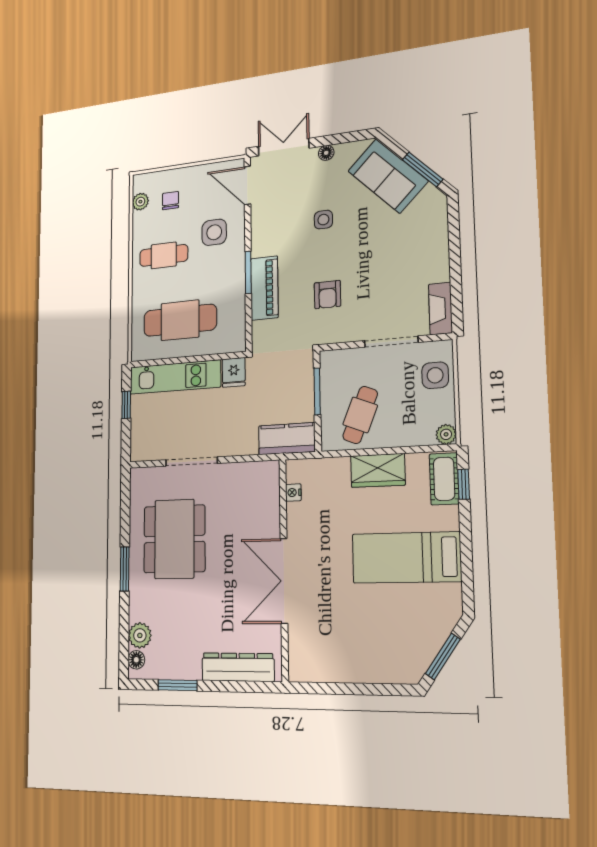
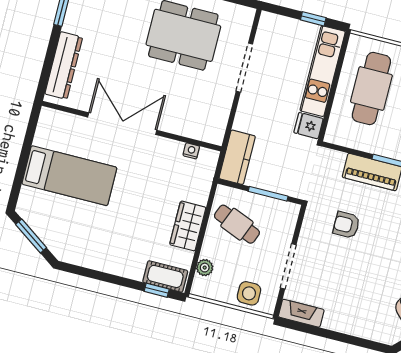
plant: (446, 434) -> (205, 268), moved
bed: (406, 558) -> (69, 176), moved, turned 90

